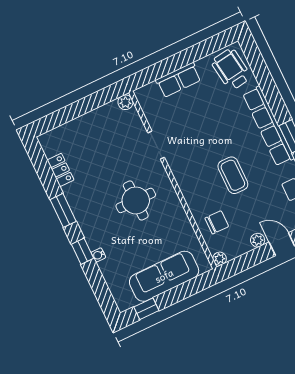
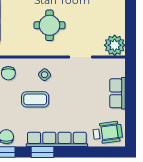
plant: (125, 102) -> (115, 45), width x1.88, depth x1.88
side table: (198, 178) -> (45, 75), added

